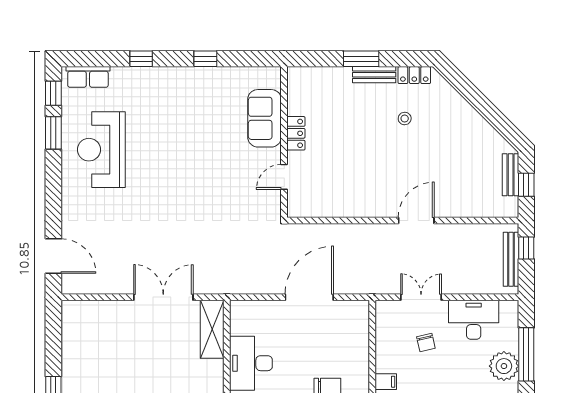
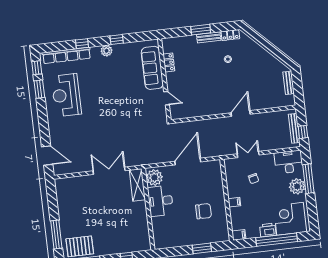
row of seats: (88, 77) -> (66, 55), width x2.02
plant: (184, 77) -> (106, 51), added
sofa: (265, 118) -> (152, 68), width x1.36
locker: (296, 133) -> (169, 62), moved
door: (284, 177) -> (167, 98), swing flipped
window: (526, 185) -> (298, 87), removed
window: (526, 248) -> (303, 132), moved
plant: (245, 319) -> (154, 178), added
desk: (474, 320) -> (289, 162), moved

